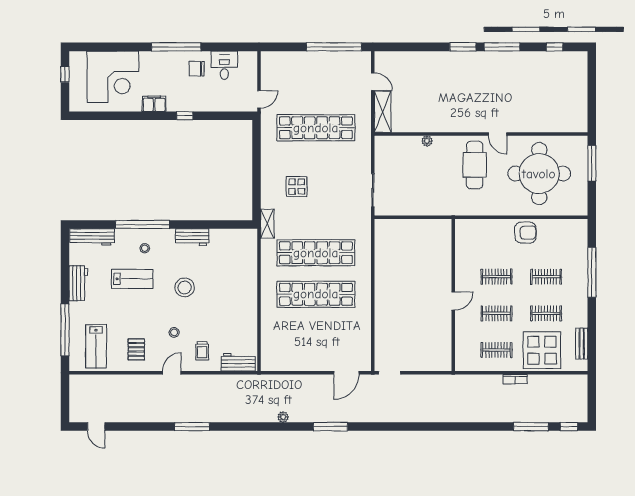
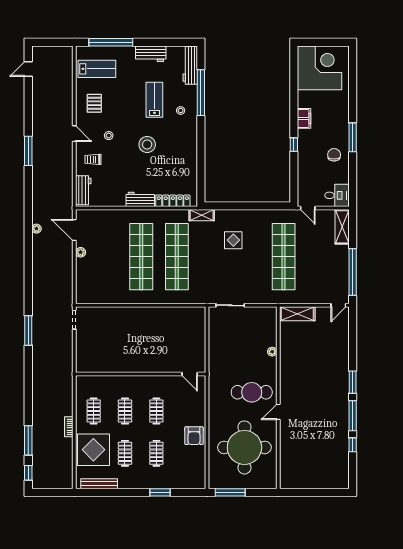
window: (176, 47) -> (353, 137), width x0.68
window: (555, 47) -> (353, 445), moved
shelving: (281, 59) -> (342, 227), added
desk: (224, 65) -> (337, 195), moved
window: (65, 74) -> (329, 42), removed
corner desk: (113, 77) -> (319, 68), moved, turned 180
door: (373, 82) -> (338, 305), moved
window: (592, 163) -> (230, 492), moved
window: (143, 224) -> (201, 93), moved
workbench: (192, 237) -> (140, 199), moved, turned 90
locker: (250, 257) -> (173, 201), added
window: (592, 272) -> (160, 492), width x0.47
lab bench: (132, 279) -> (154, 100), turned 180
door: (453, 301) -> (190, 374), moved
bench: (582, 344) -> (99, 484), width x1.36
lab bench: (96, 346) -> (97, 69), turned 180
pallet: (136, 349) -> (94, 103), turned 90
plant: (311, 365) -> (81, 252), added
door: (346, 373) -> (74, 230), moved
window: (330, 427) -> (28, 331), moved

